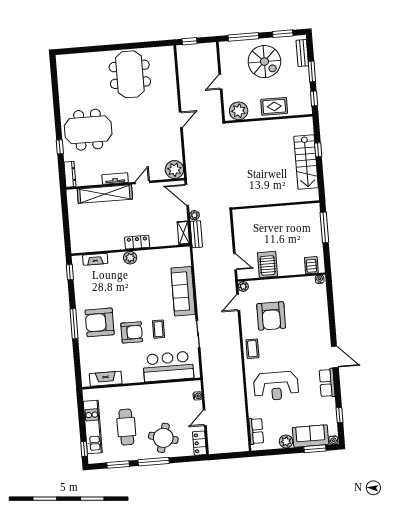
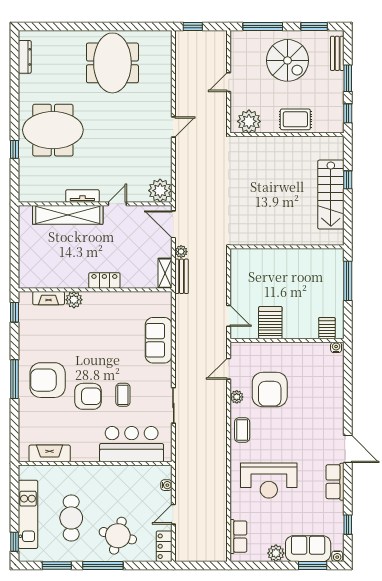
dresser: (70, 174) -> (25, 57), moved
plant: (130, 258) -> (74, 300), moved
plant: (243, 286) -> (237, 397), moved
sofa: (183, 291) -> (159, 340), width x0.73

